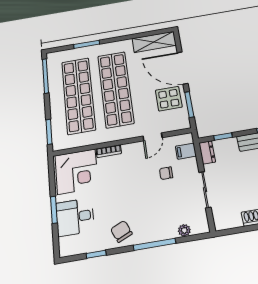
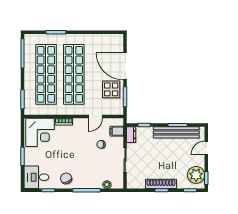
shelving: (154, 42) -> (107, 40), removed
desk: (75, 217) -> (36, 177), moved

